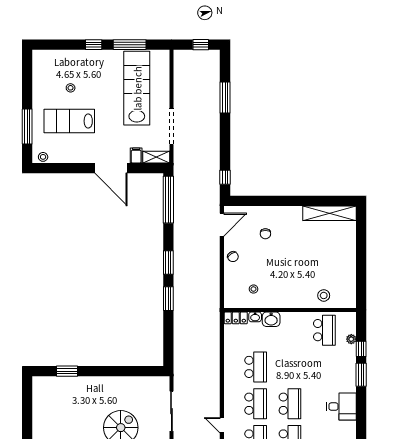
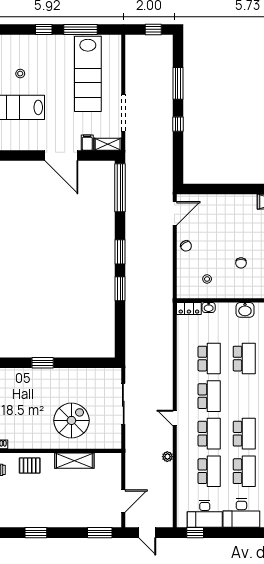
lab bench: (137, 88) -> (88, 74), turned 180
window: (225, 177) -> (178, 124), moved
chair: (265, 234) -> (241, 263), moved
washbasin: (271, 319) -> (245, 310), moved
window: (67, 371) -> (43, 363), moved
school desk: (290, 404) -> (244, 359), moved

